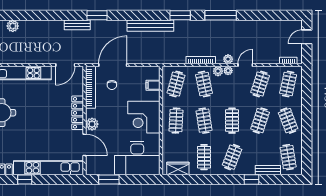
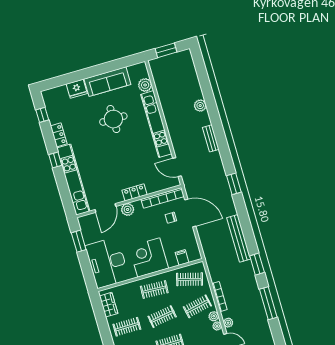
bench: (77, 25) -> (211, 138), moved
locker: (78, 113) -> (134, 192), width x0.66

